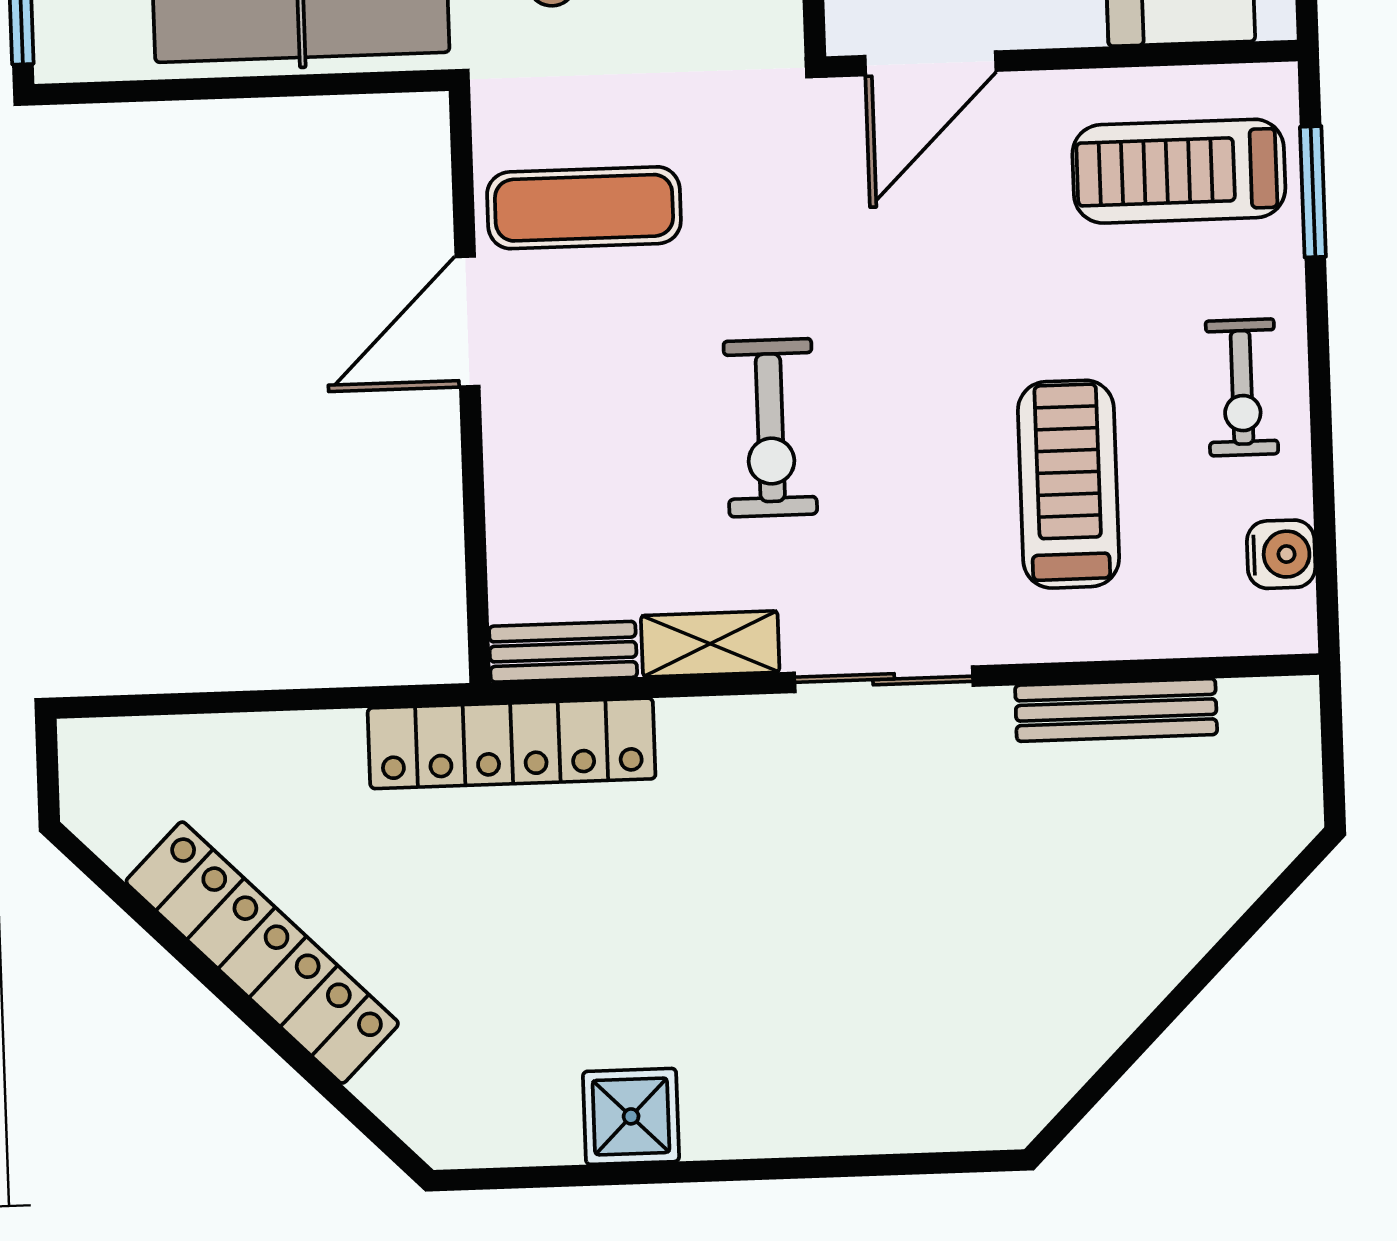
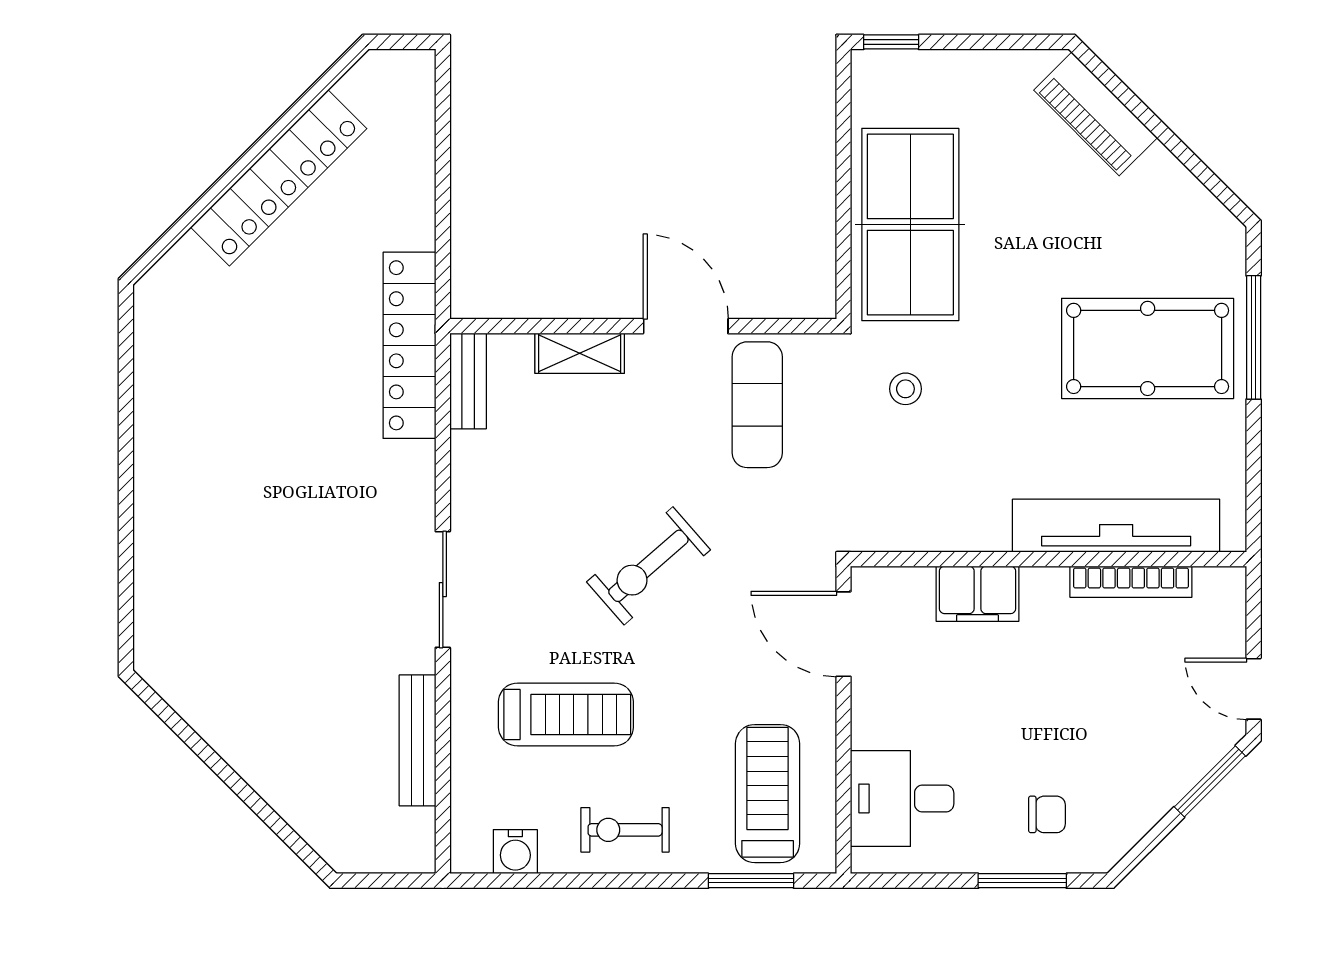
exercise bike: (770, 428) -> (648, 566), moved, turned -41
shelving: (710, 644) -> (580, 353), moved, turned 90
shower: (631, 1116) -> (163, 415), removed

